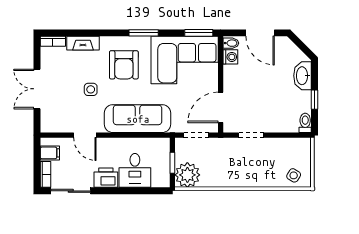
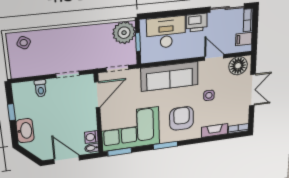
floor lamp: (56, 122) -> (238, 66), added
toilet: (305, 123) -> (41, 88), moved
desk: (135, 170) -> (166, 32), width x1.37

